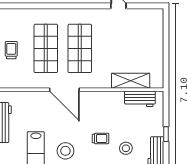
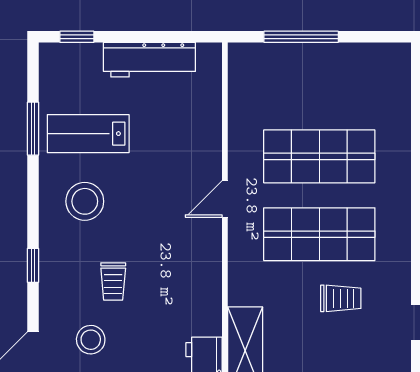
trolley: (11, 50) -> (341, 298), moved
door: (64, 90) -> (225, 199), width x0.53

